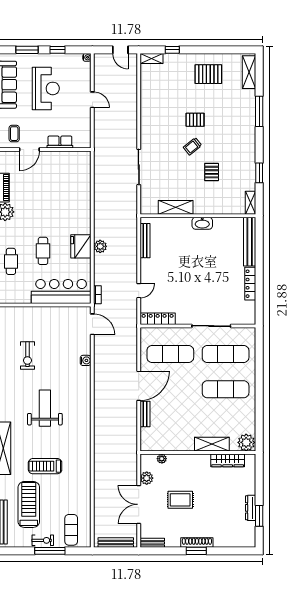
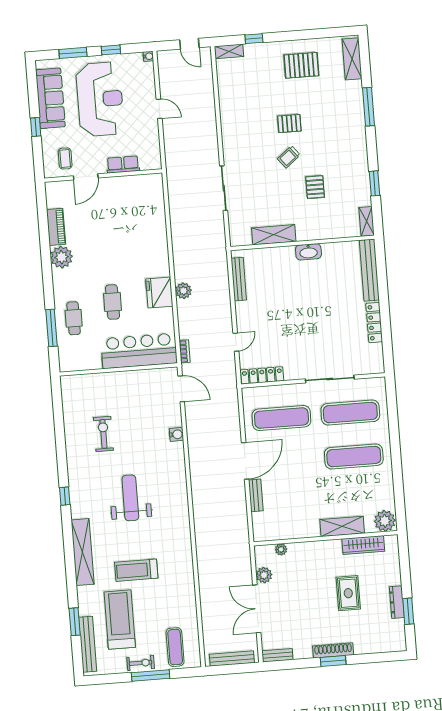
reception desk: (46, 88) -> (100, 99), width x1.36, depth x1.30
exercise bike: (27, 355) -> (103, 434), turned 180
rug: (180, 500) -> (348, 593), moved, turned 90

